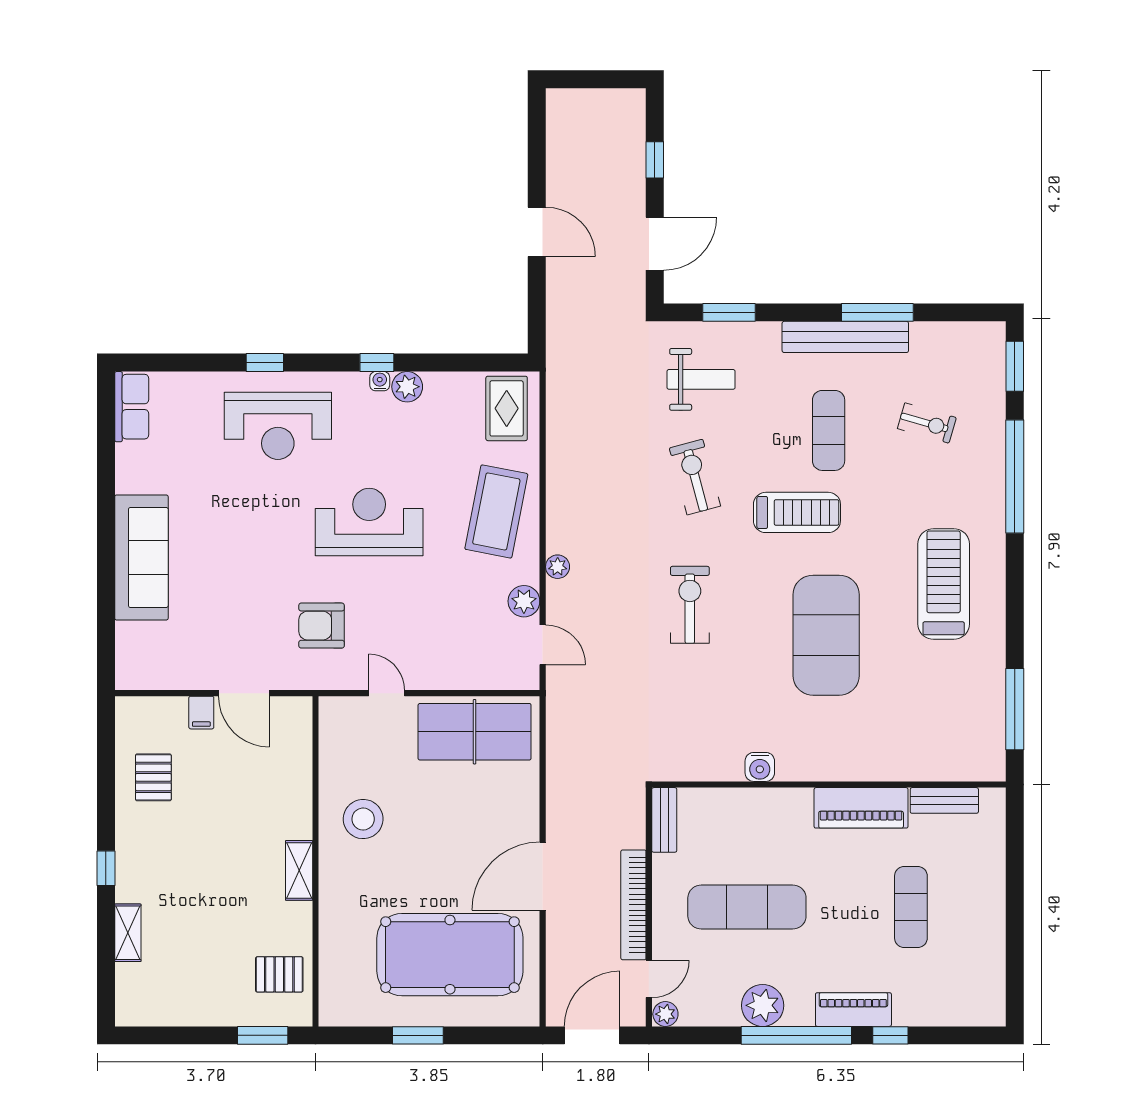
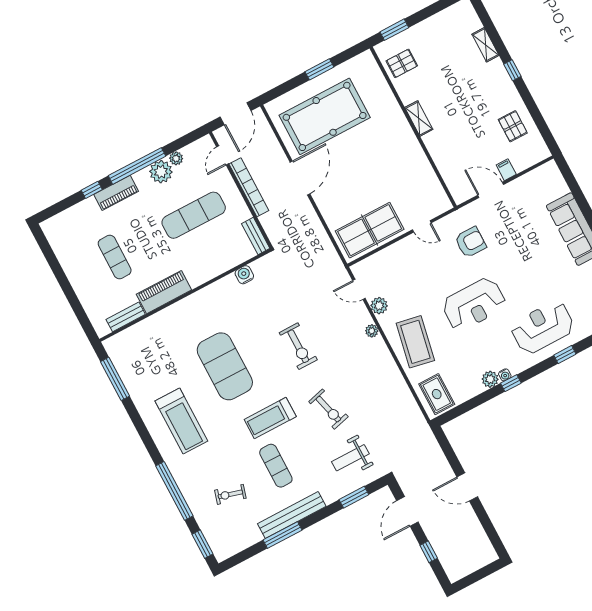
water cooler: (760, 767) -> (244, 275), moved
stool: (363, 819) -> (401, 160), removed
plant: (665, 1014) -> (176, 158), moved

